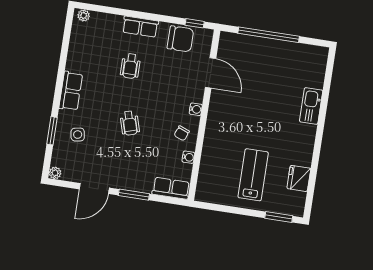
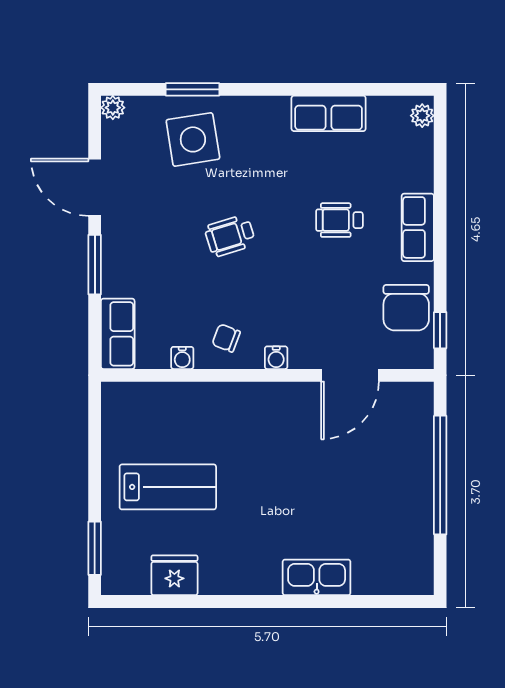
row of seats: (71, 91) -> (329, 113), moved
side table: (78, 135) -> (193, 139), width x1.87, depth x1.87

